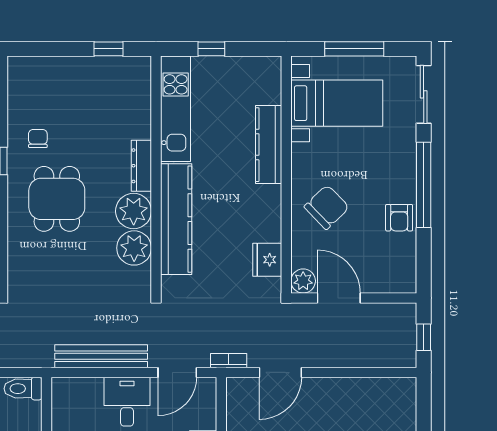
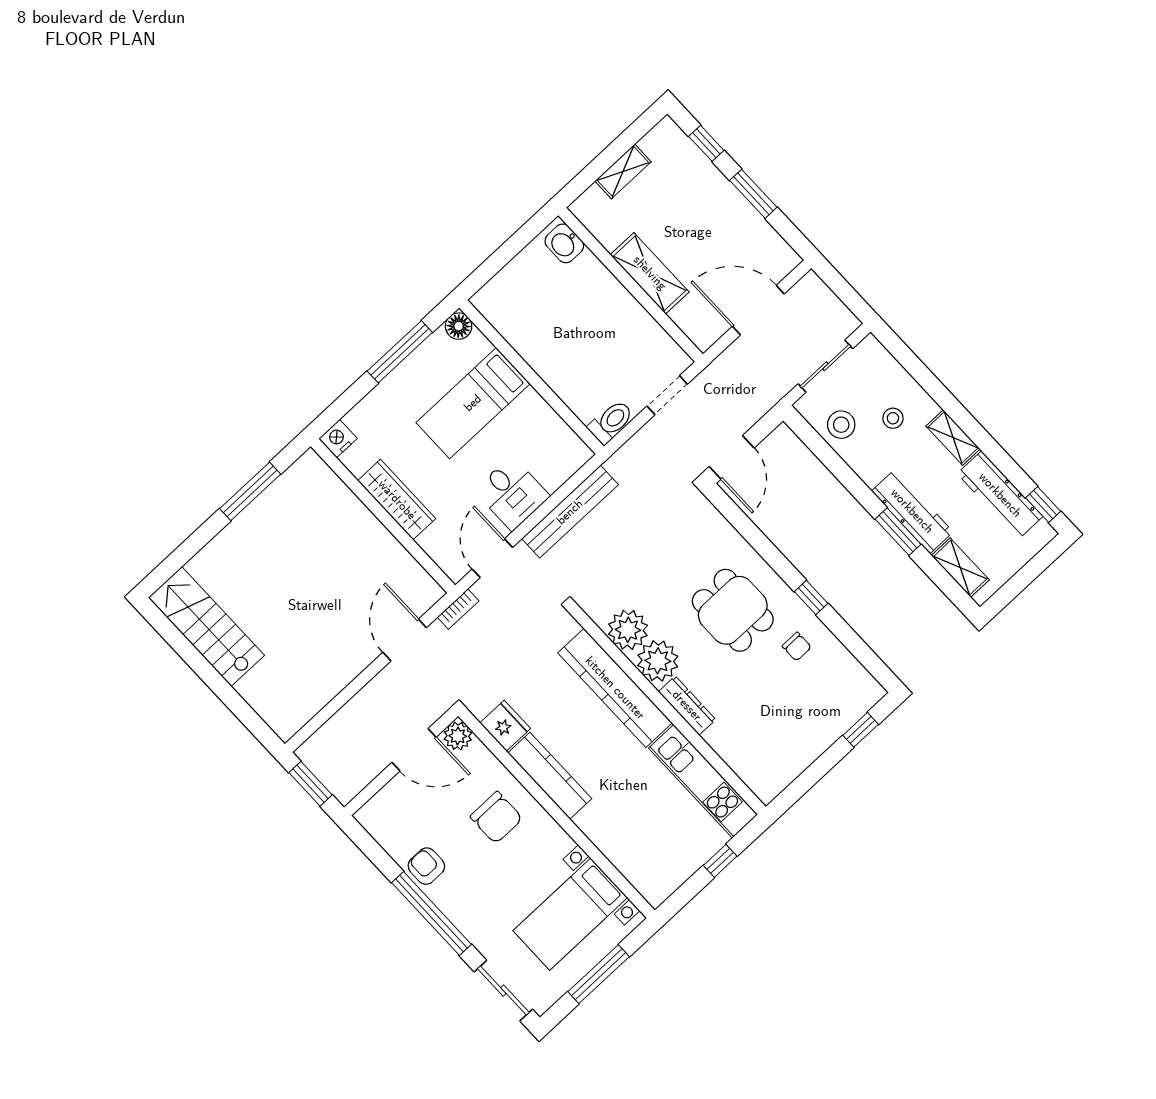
window: (109, 49) -> (861, 730), moved
kitchen counter: (269, 145) -> (550, 776), moved
chair: (327, 207) -> (496, 818), turned -46
window: (424, 337) -> (311, 784), width x1.50

